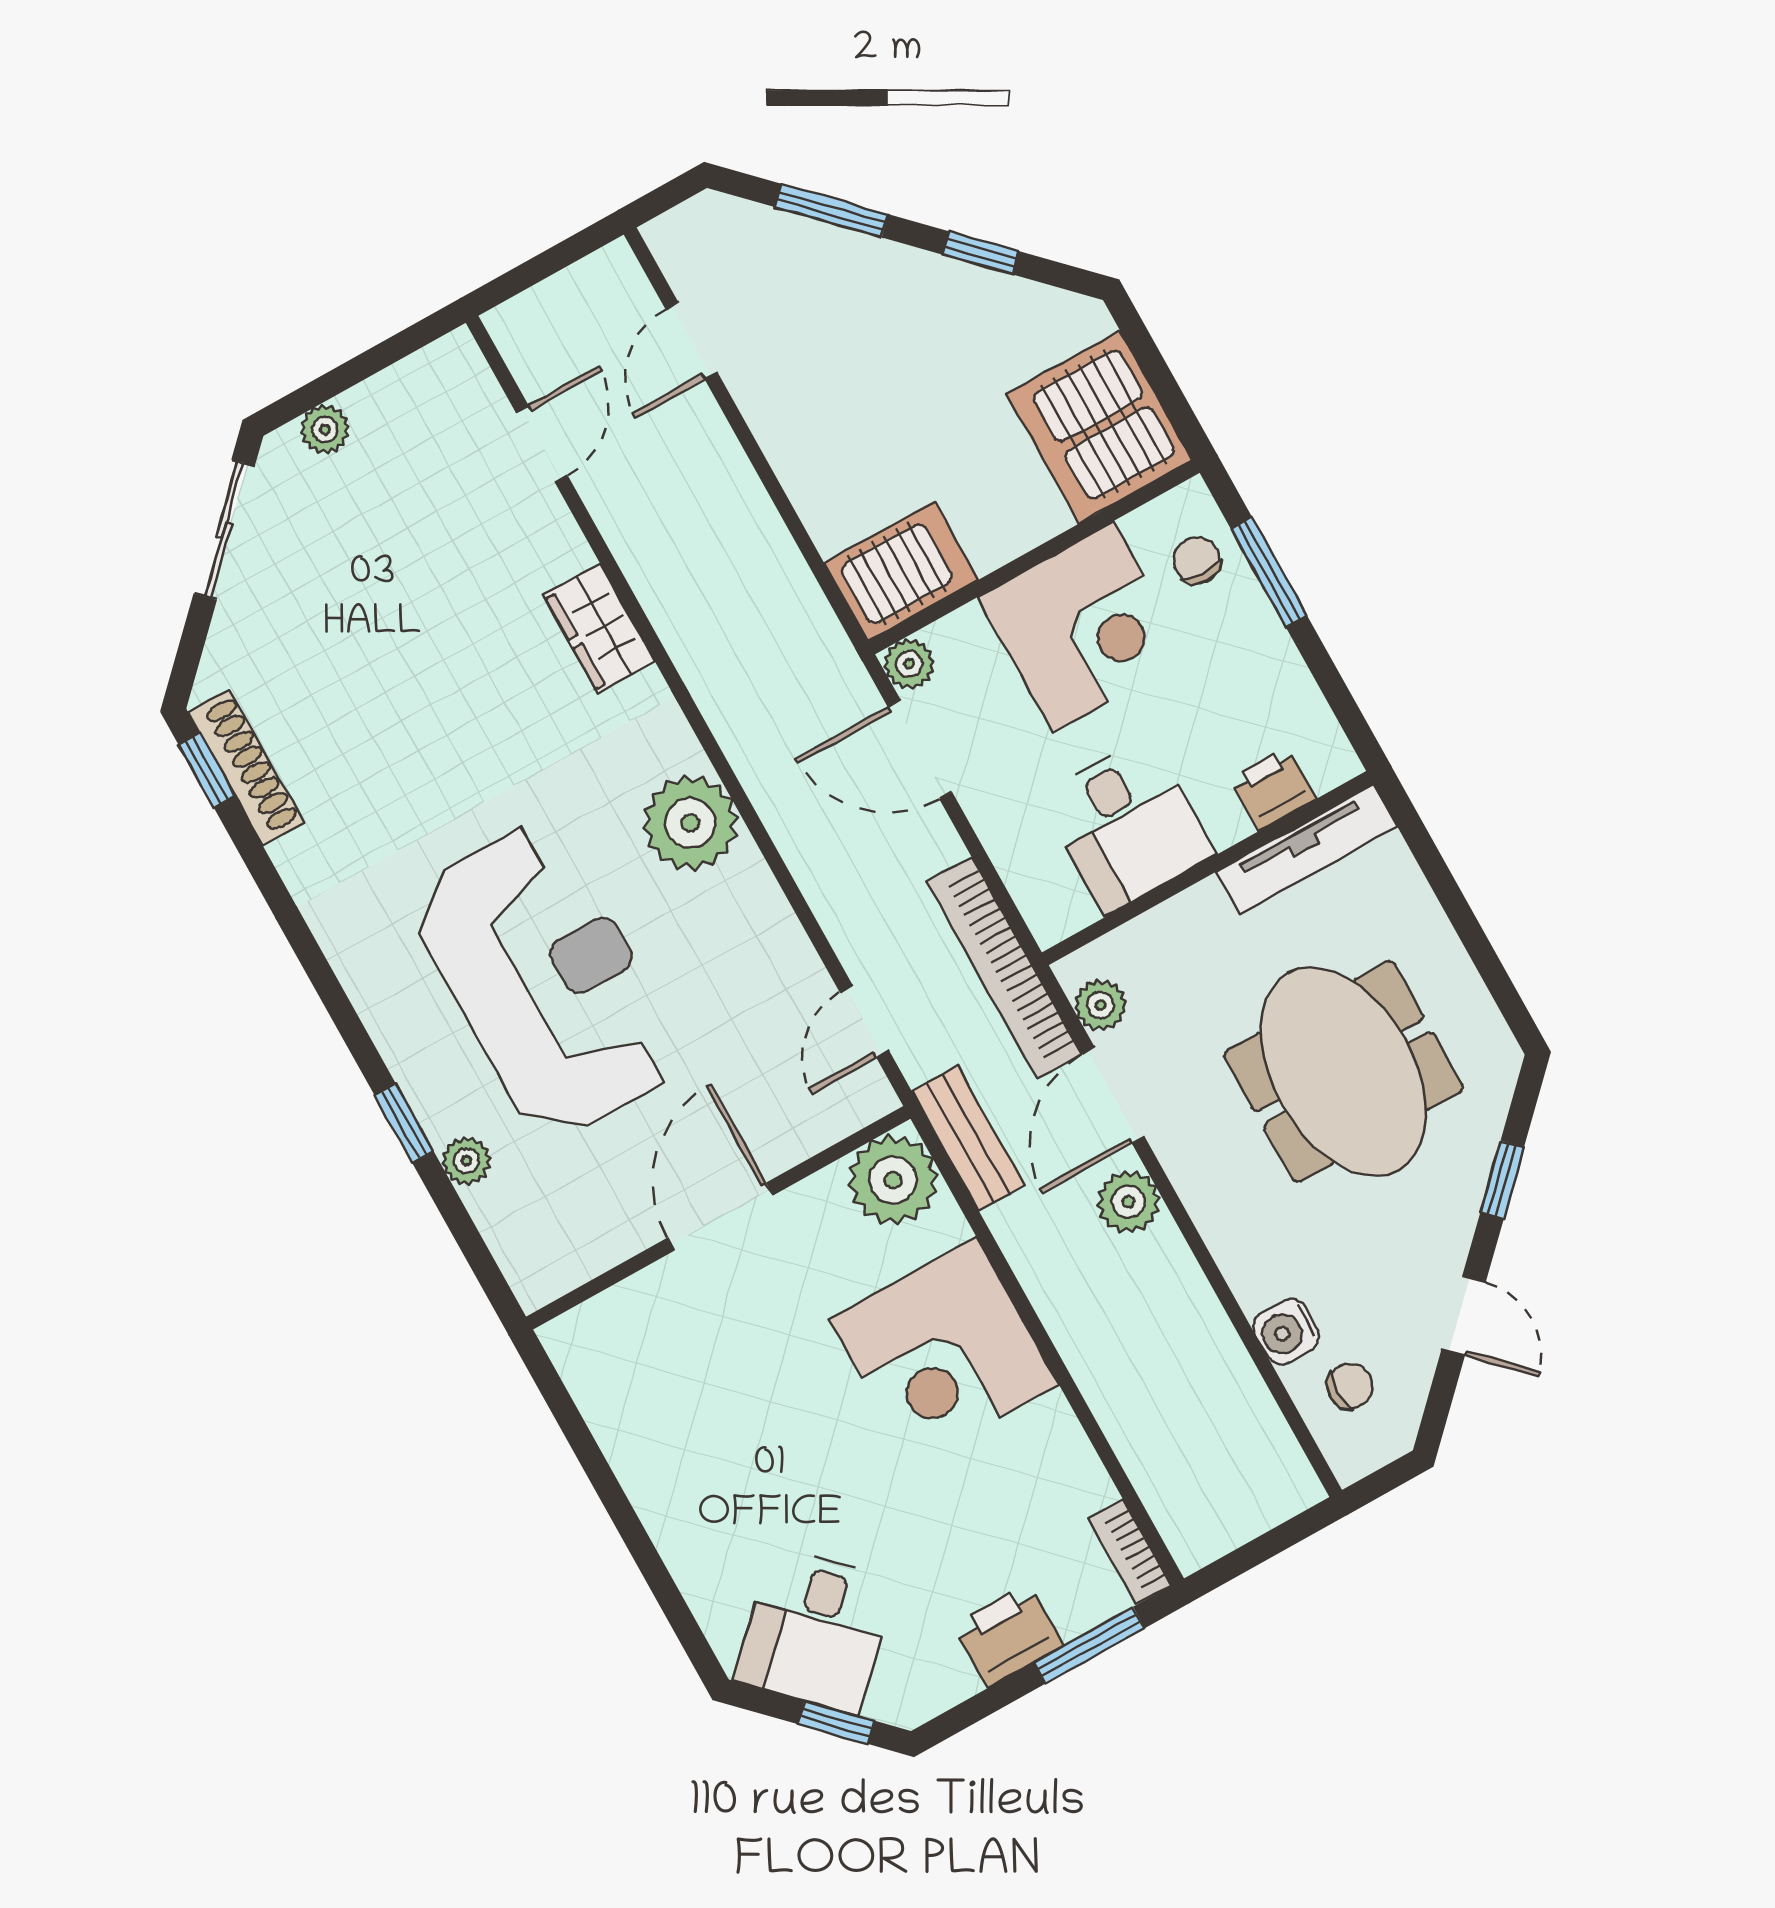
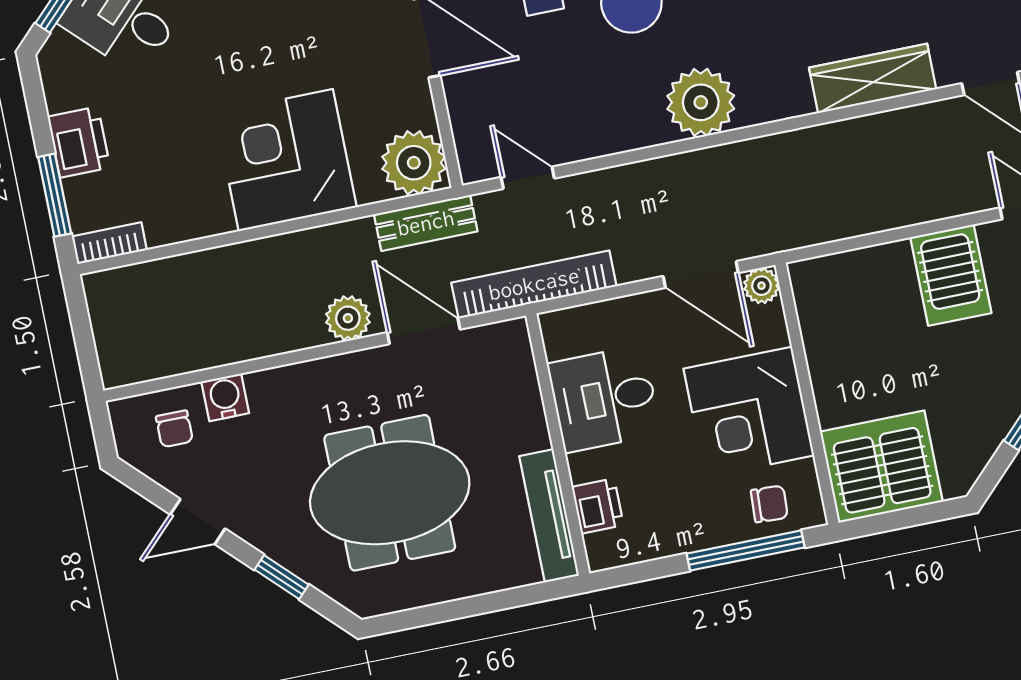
server rack: (901, 571) -> (951, 275), moved
window: (1269, 572) -> (746, 551), width x1.44
wardrobe: (599, 628) -> (873, 78), width x1.50
door: (920, 750) -> (701, 275), swing flipped
plant: (1101, 1005) -> (488, 342), removed

